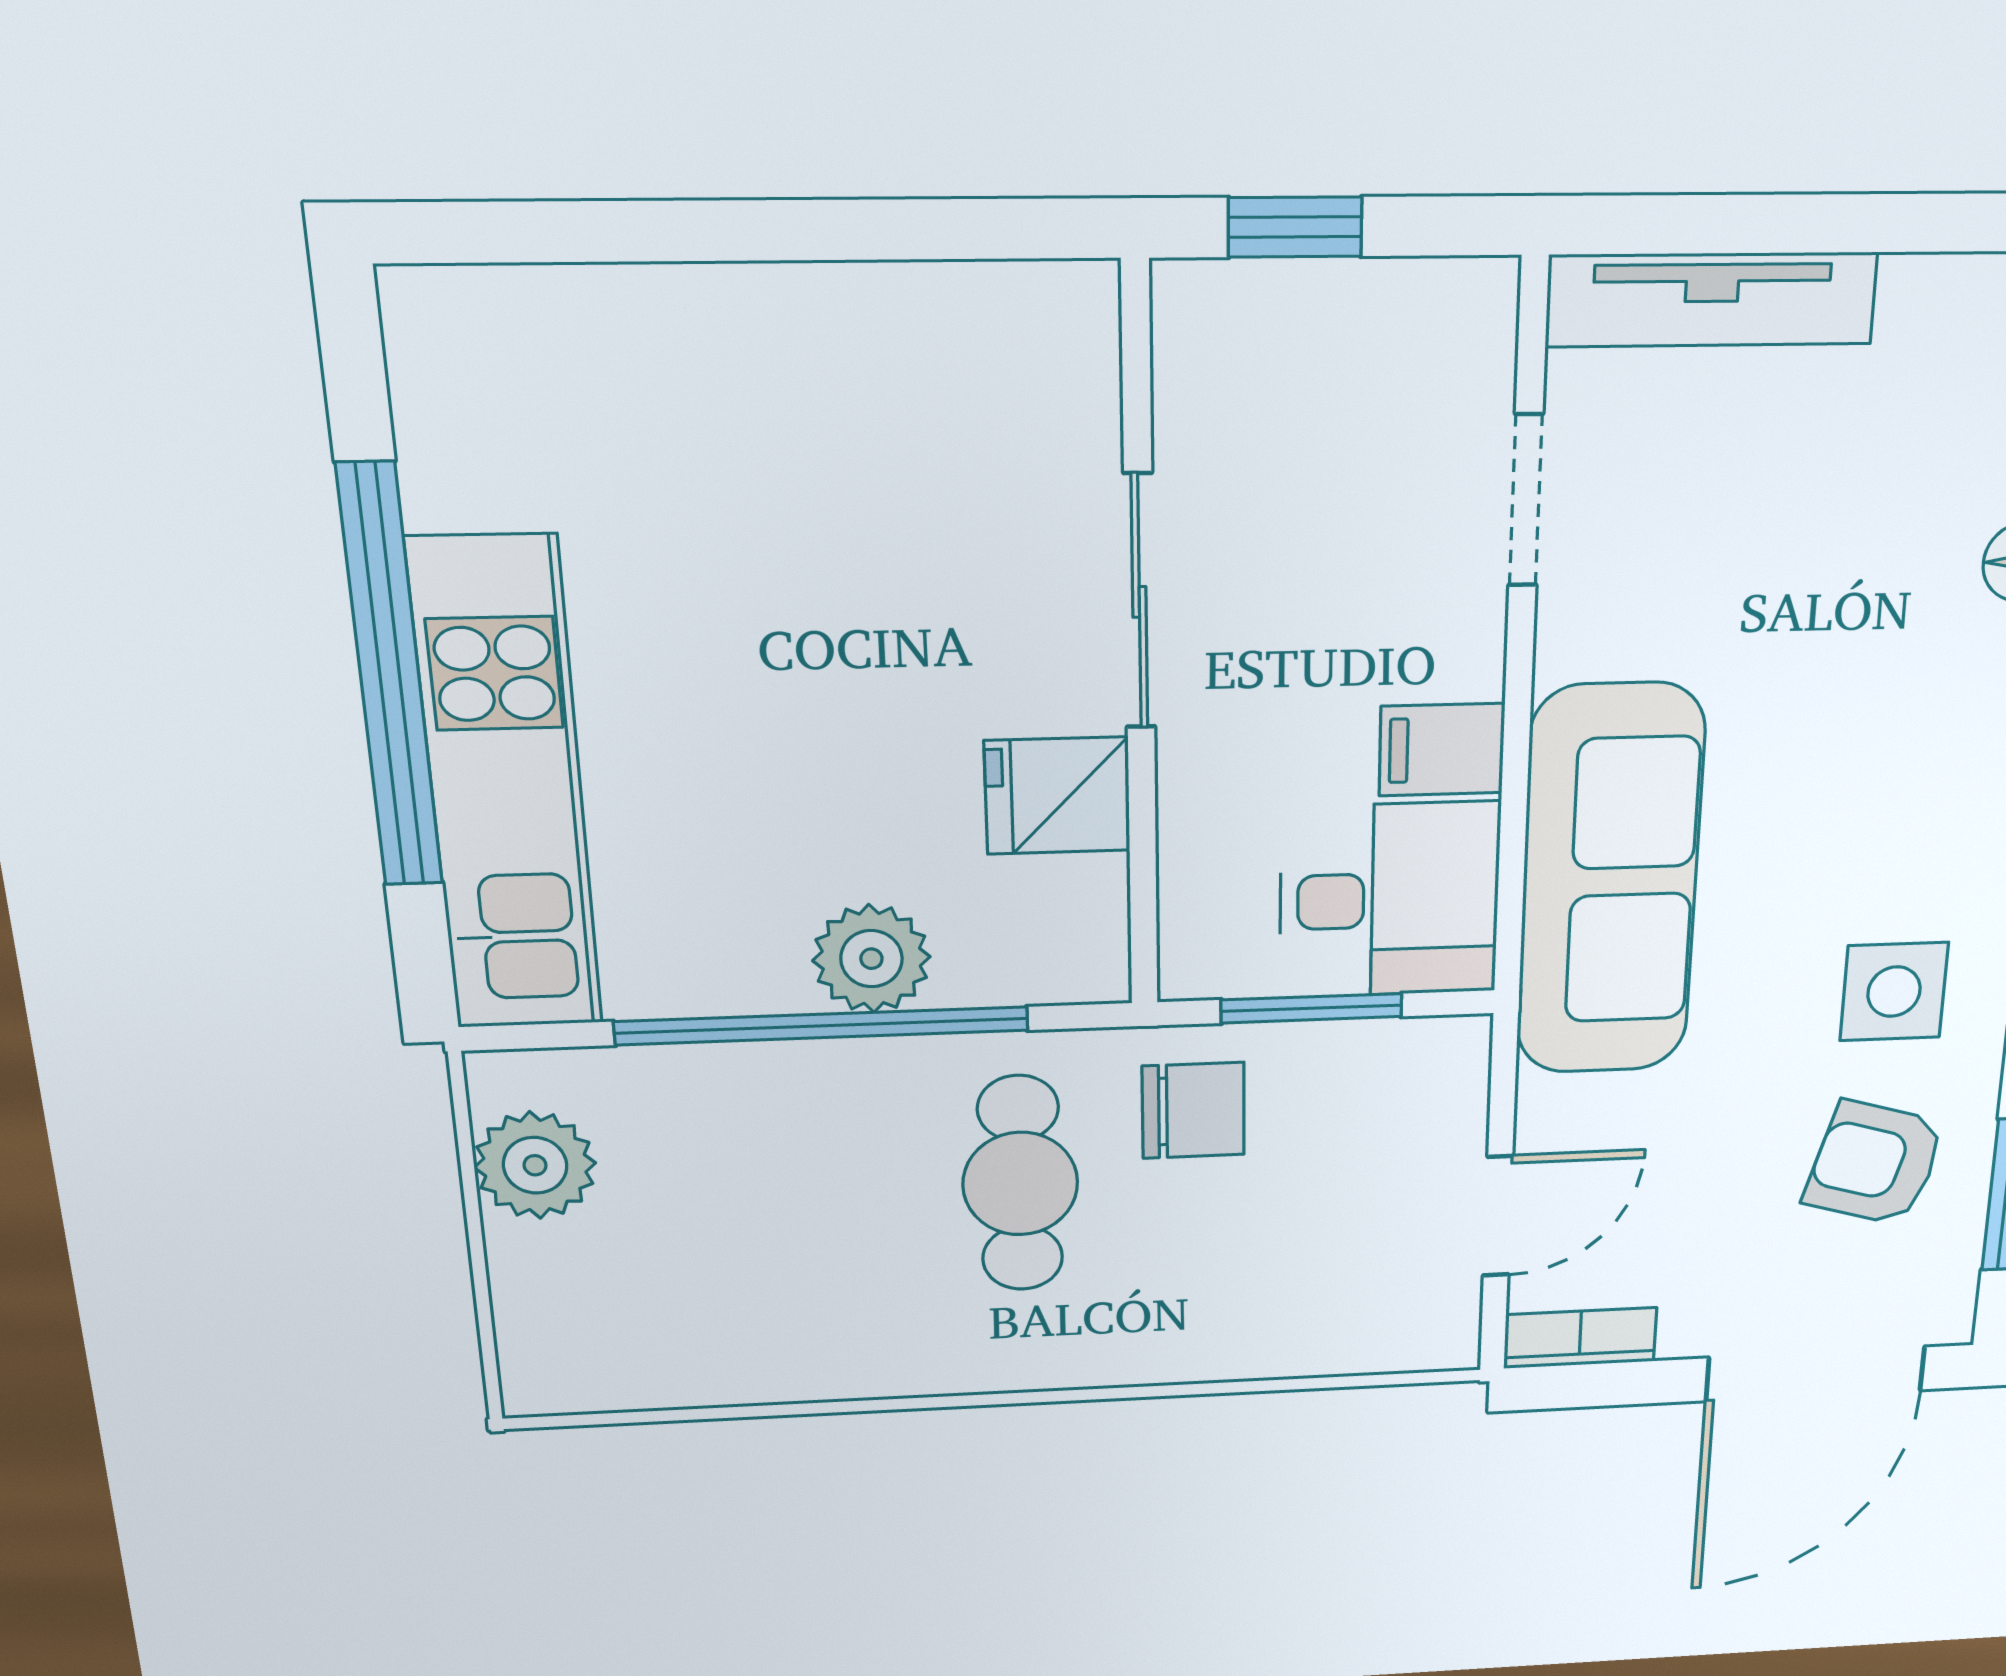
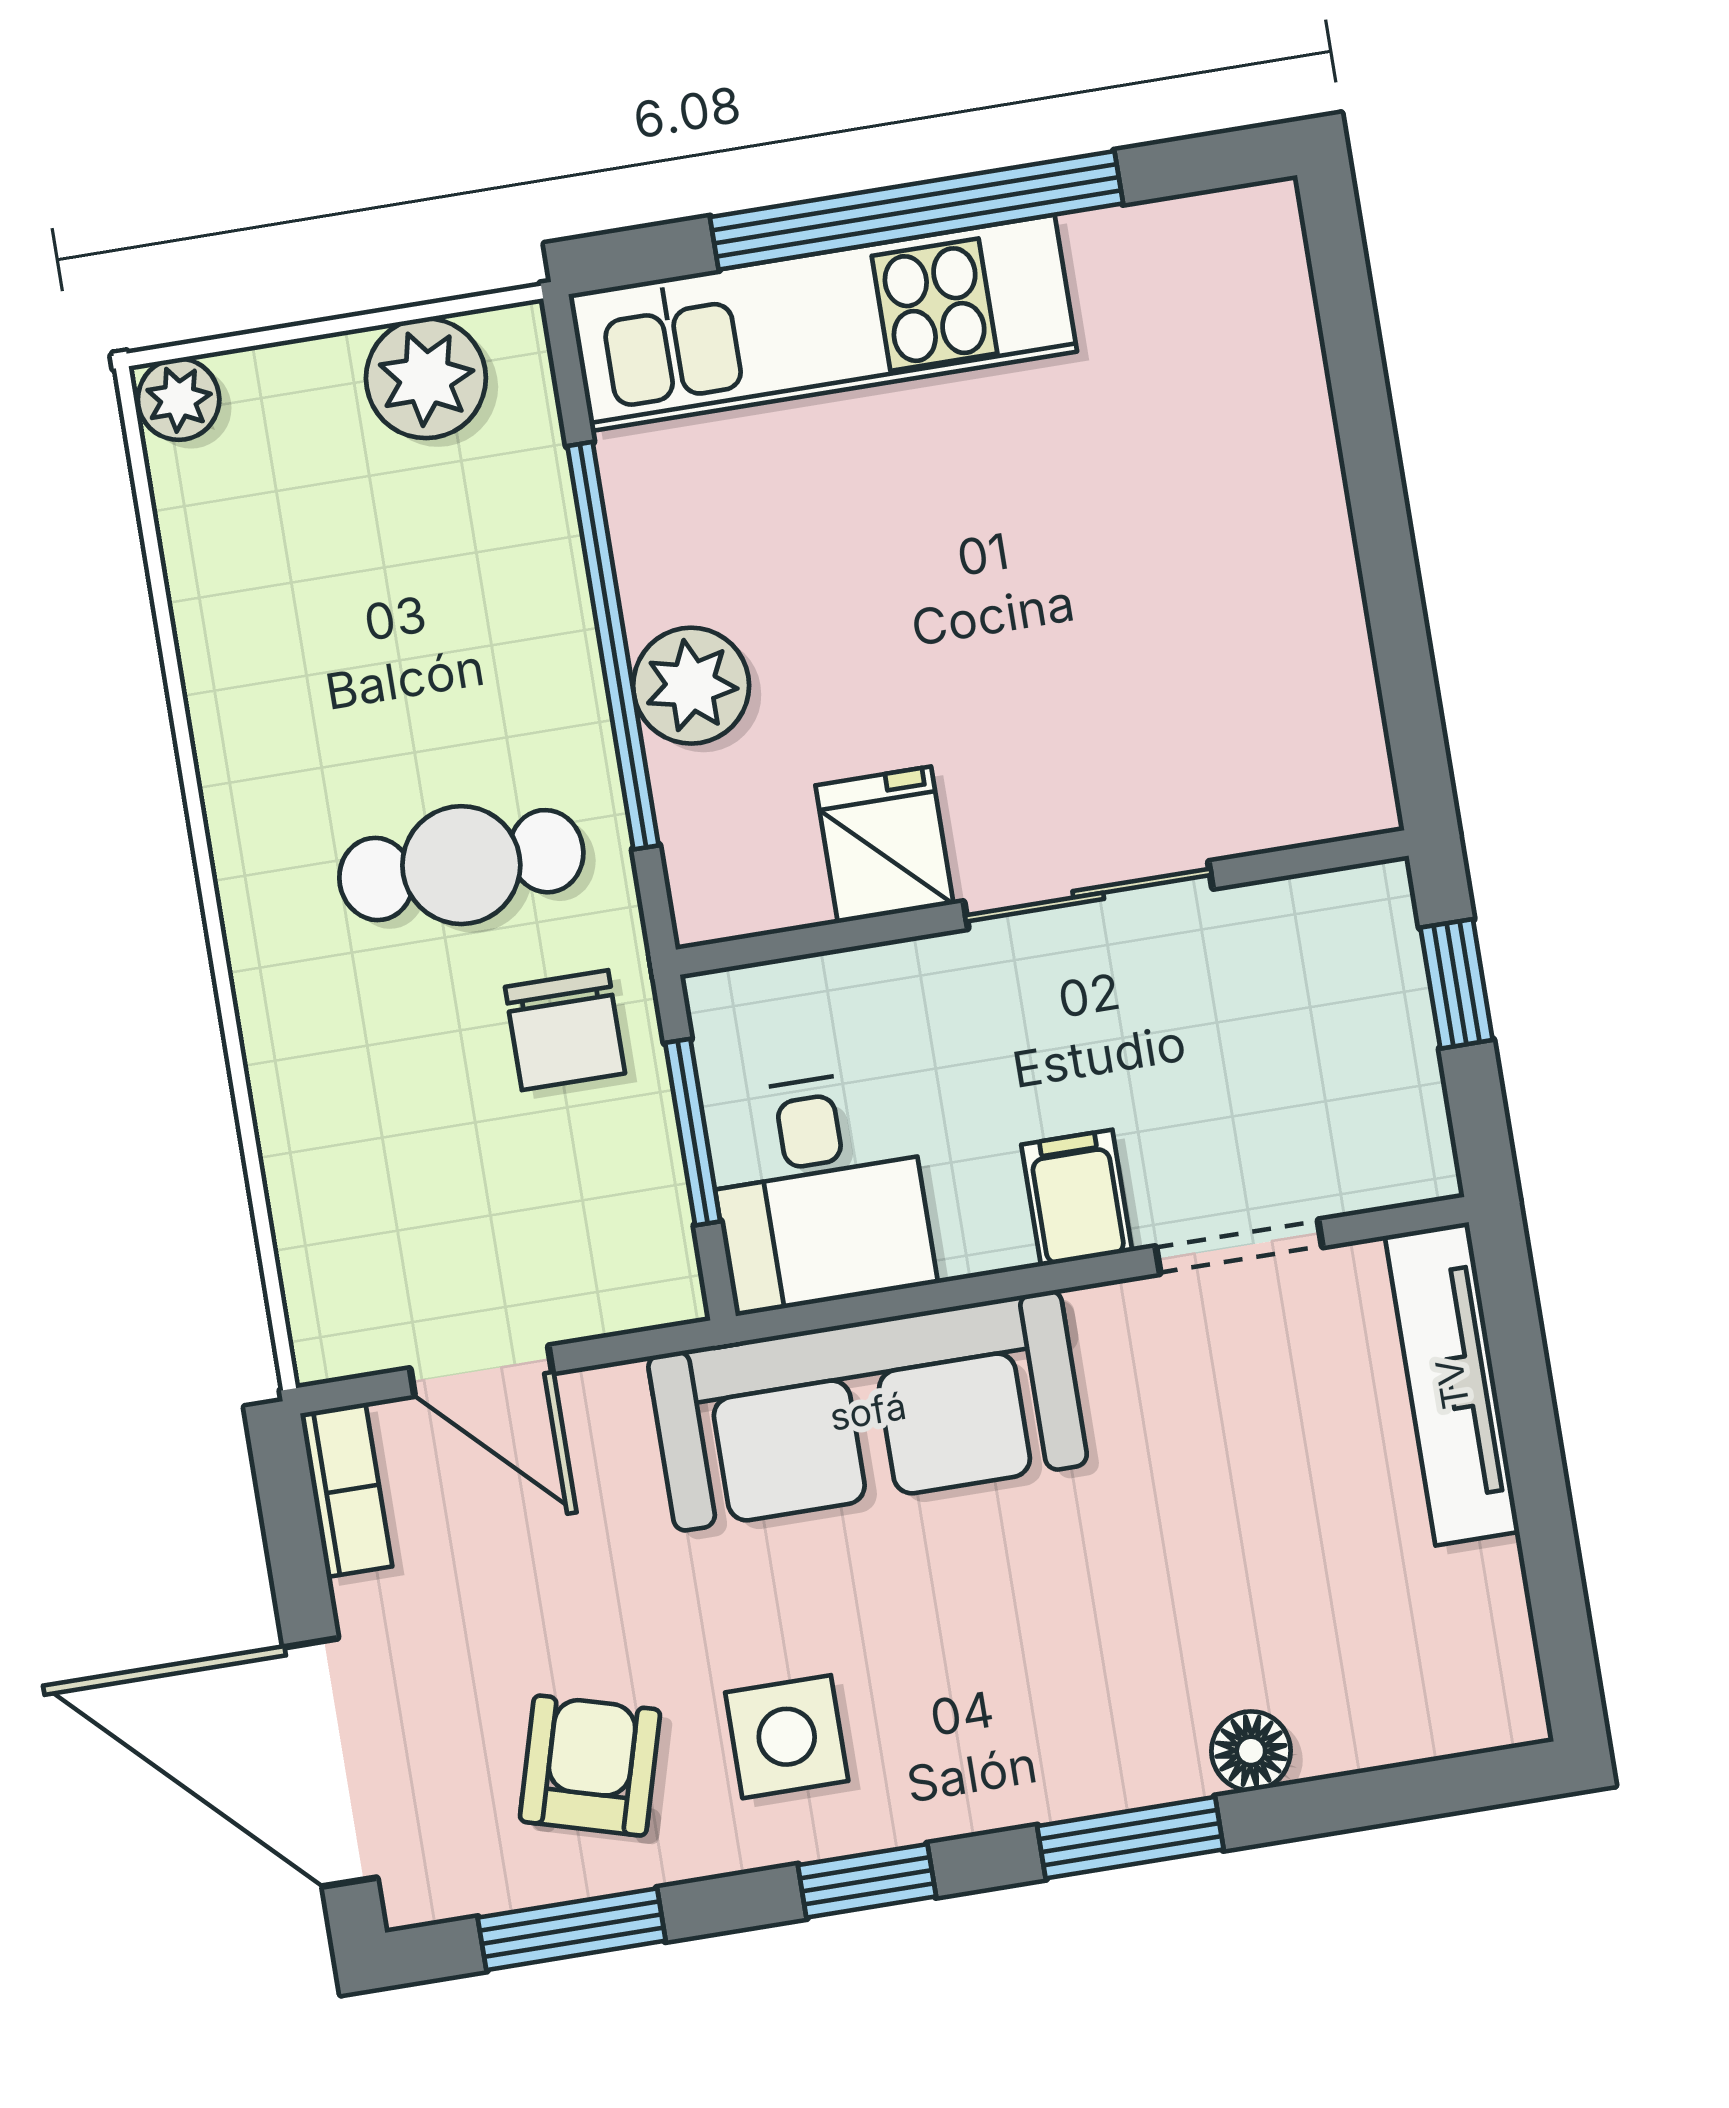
filing cabinet: (1442, 750) -> (1077, 1198), moved
plant: (538, 1380) -> (179, 399), added

